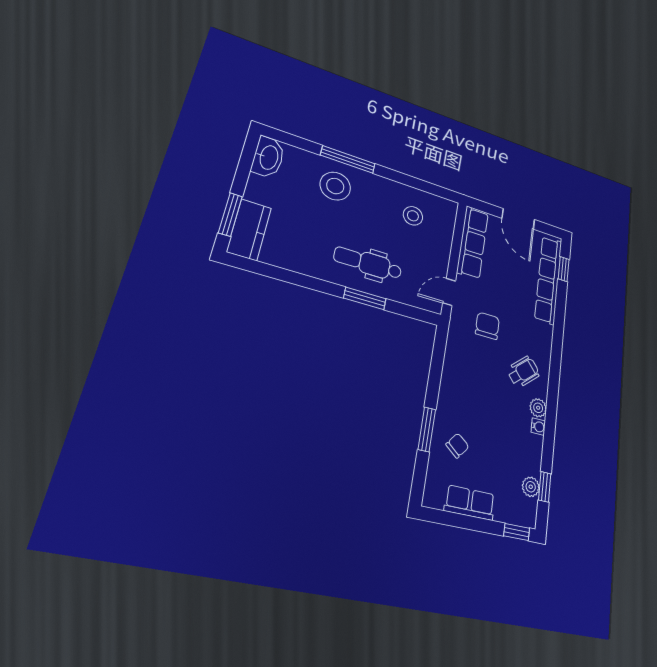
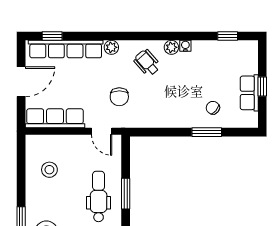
dental chair: (368, 263) -> (99, 196), turned 180
chair: (487, 326) -> (119, 97), turned -90
plant: (531, 487) -> (111, 47), moved
window: (517, 532) -> (262, 86), moved

